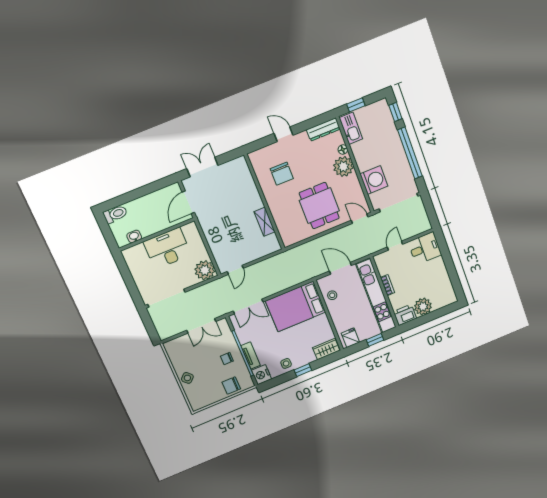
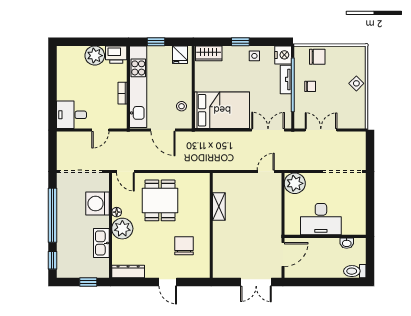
kitchen sink: (351, 128) -> (101, 243), moved
floor lamp: (343, 150) -> (117, 212), moved

